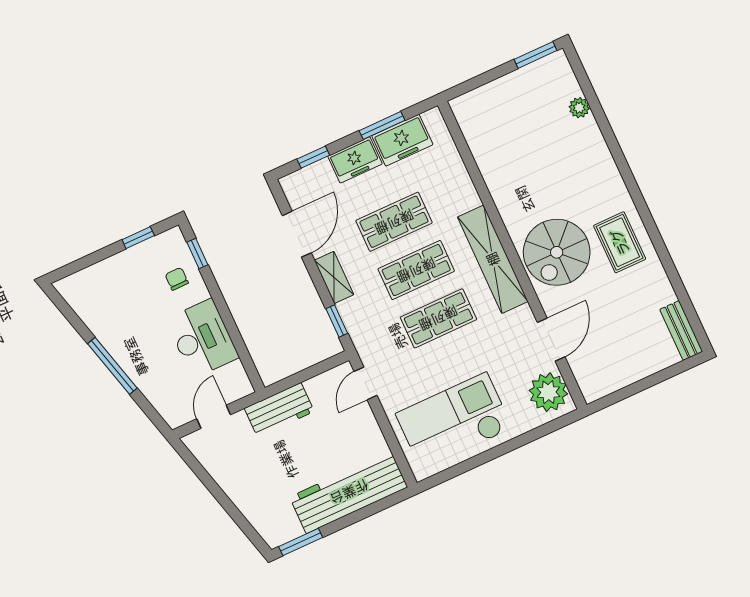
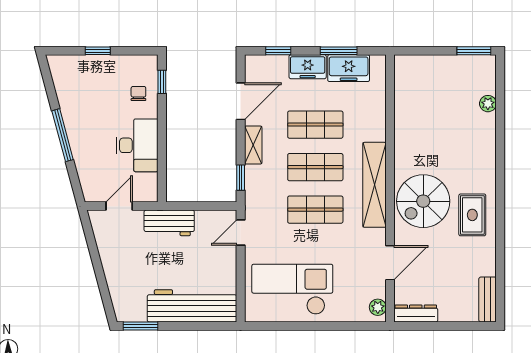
window: (138, 238) -> (98, 51), moved
dresser: (607, 384) -> (416, 314), added
plant: (548, 392) -> (378, 307), width x0.53, depth x0.53

